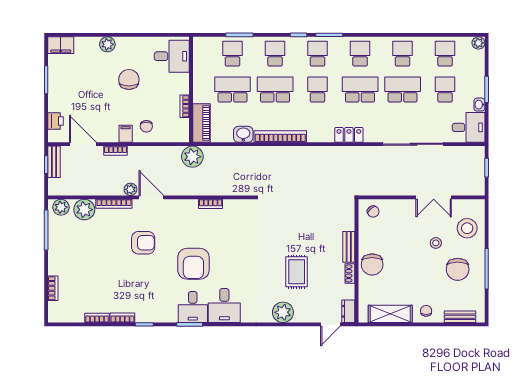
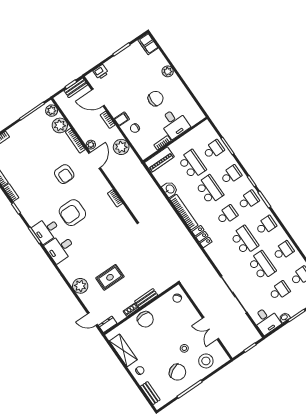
desk: (172, 56) -> (174, 123), moved
locker: (349, 135) -> (202, 237), moved
door: (83, 144) -> (98, 98), swing flipped
plant: (192, 157) -> (121, 147), moved
chair: (372, 265) -> (145, 319), turned -90
chair: (458, 269) -> (178, 372), turned -118

